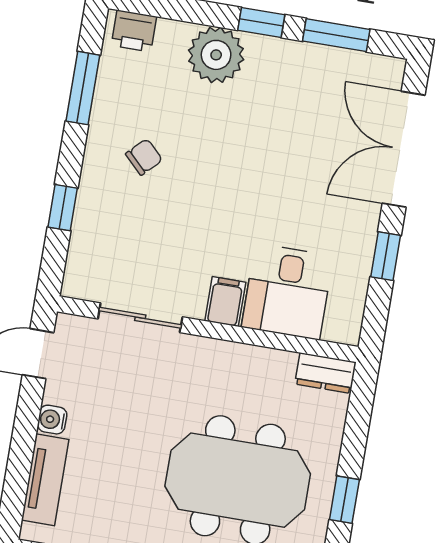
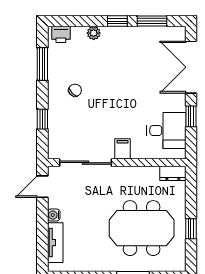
plant: (216, 55) -> (94, 33), width x0.53, depth x0.53
desk: (287, 292) -> (166, 131), moved, turned -90
sliding door: (140, 318) -> (86, 163), width x1.37

